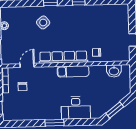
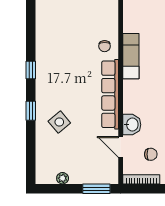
exam couch: (73, 71) -> (131, 56), moved
washbasin: (114, 71) -> (132, 125), moved

